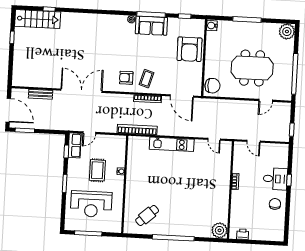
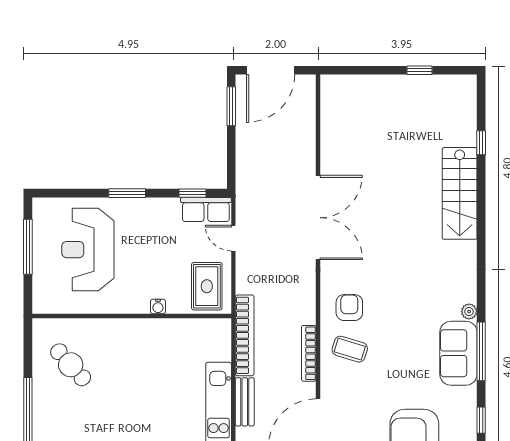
stairs: (38, 19) -> (460, 193), moved
bench: (41, 94) -> (245, 402), moved
rug: (97, 170) -> (207, 286), moved, turned 90

